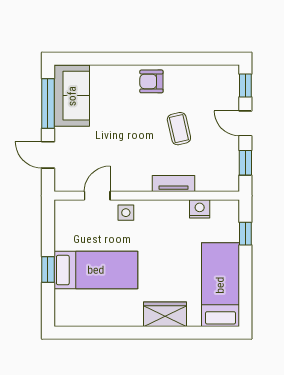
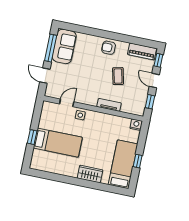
piano: (213, 76) -> (142, 51), added
nightstand: (200, 209) -> (136, 125), moved
window: (245, 234) -> (138, 161), moved

